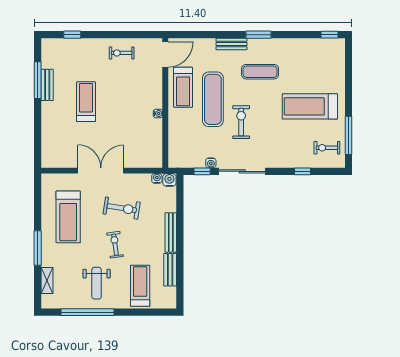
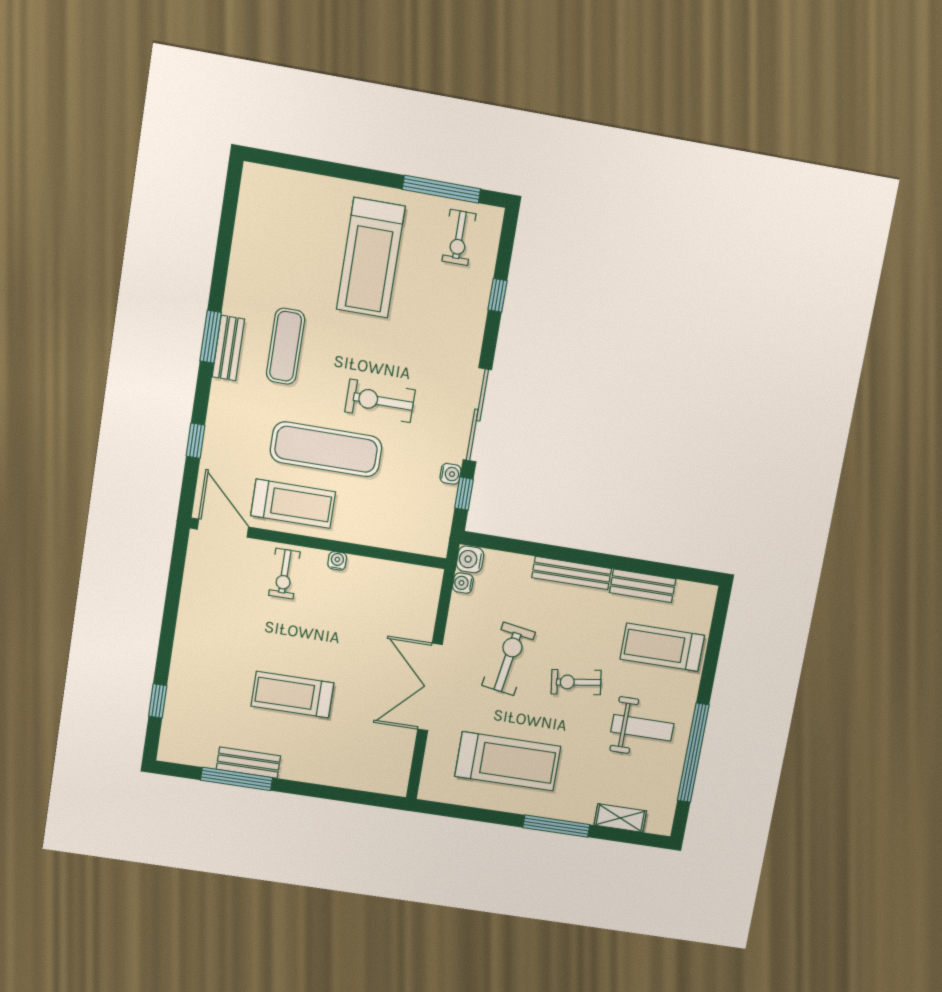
window: (330, 35) -> (196, 441), moved
bench: (231, 44) -> (228, 348), moved
exercise bike: (122, 53) -> (284, 574), moved

